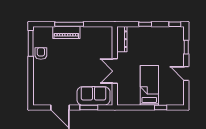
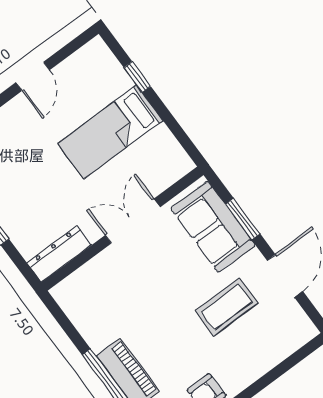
double door: (115, 71) -> (133, 221), swing flipped
coffee table: (64, 81) -> (227, 307), added

